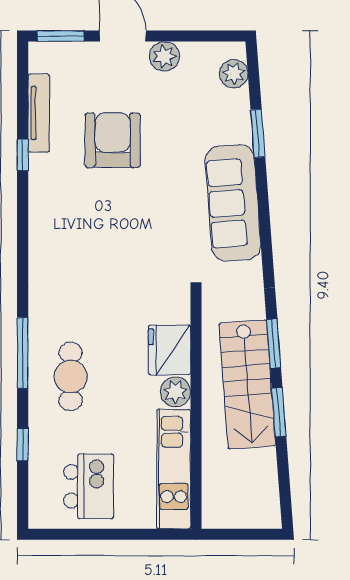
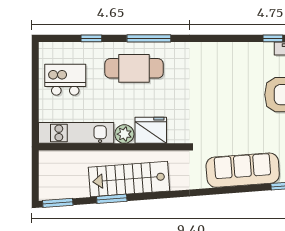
window: (274, 344) -> (58, 203), moved
cafe table: (71, 377) -> (134, 68), width x1.37, depth x1.35
kitchen island: (89, 486) -> (65, 80), turned 180

